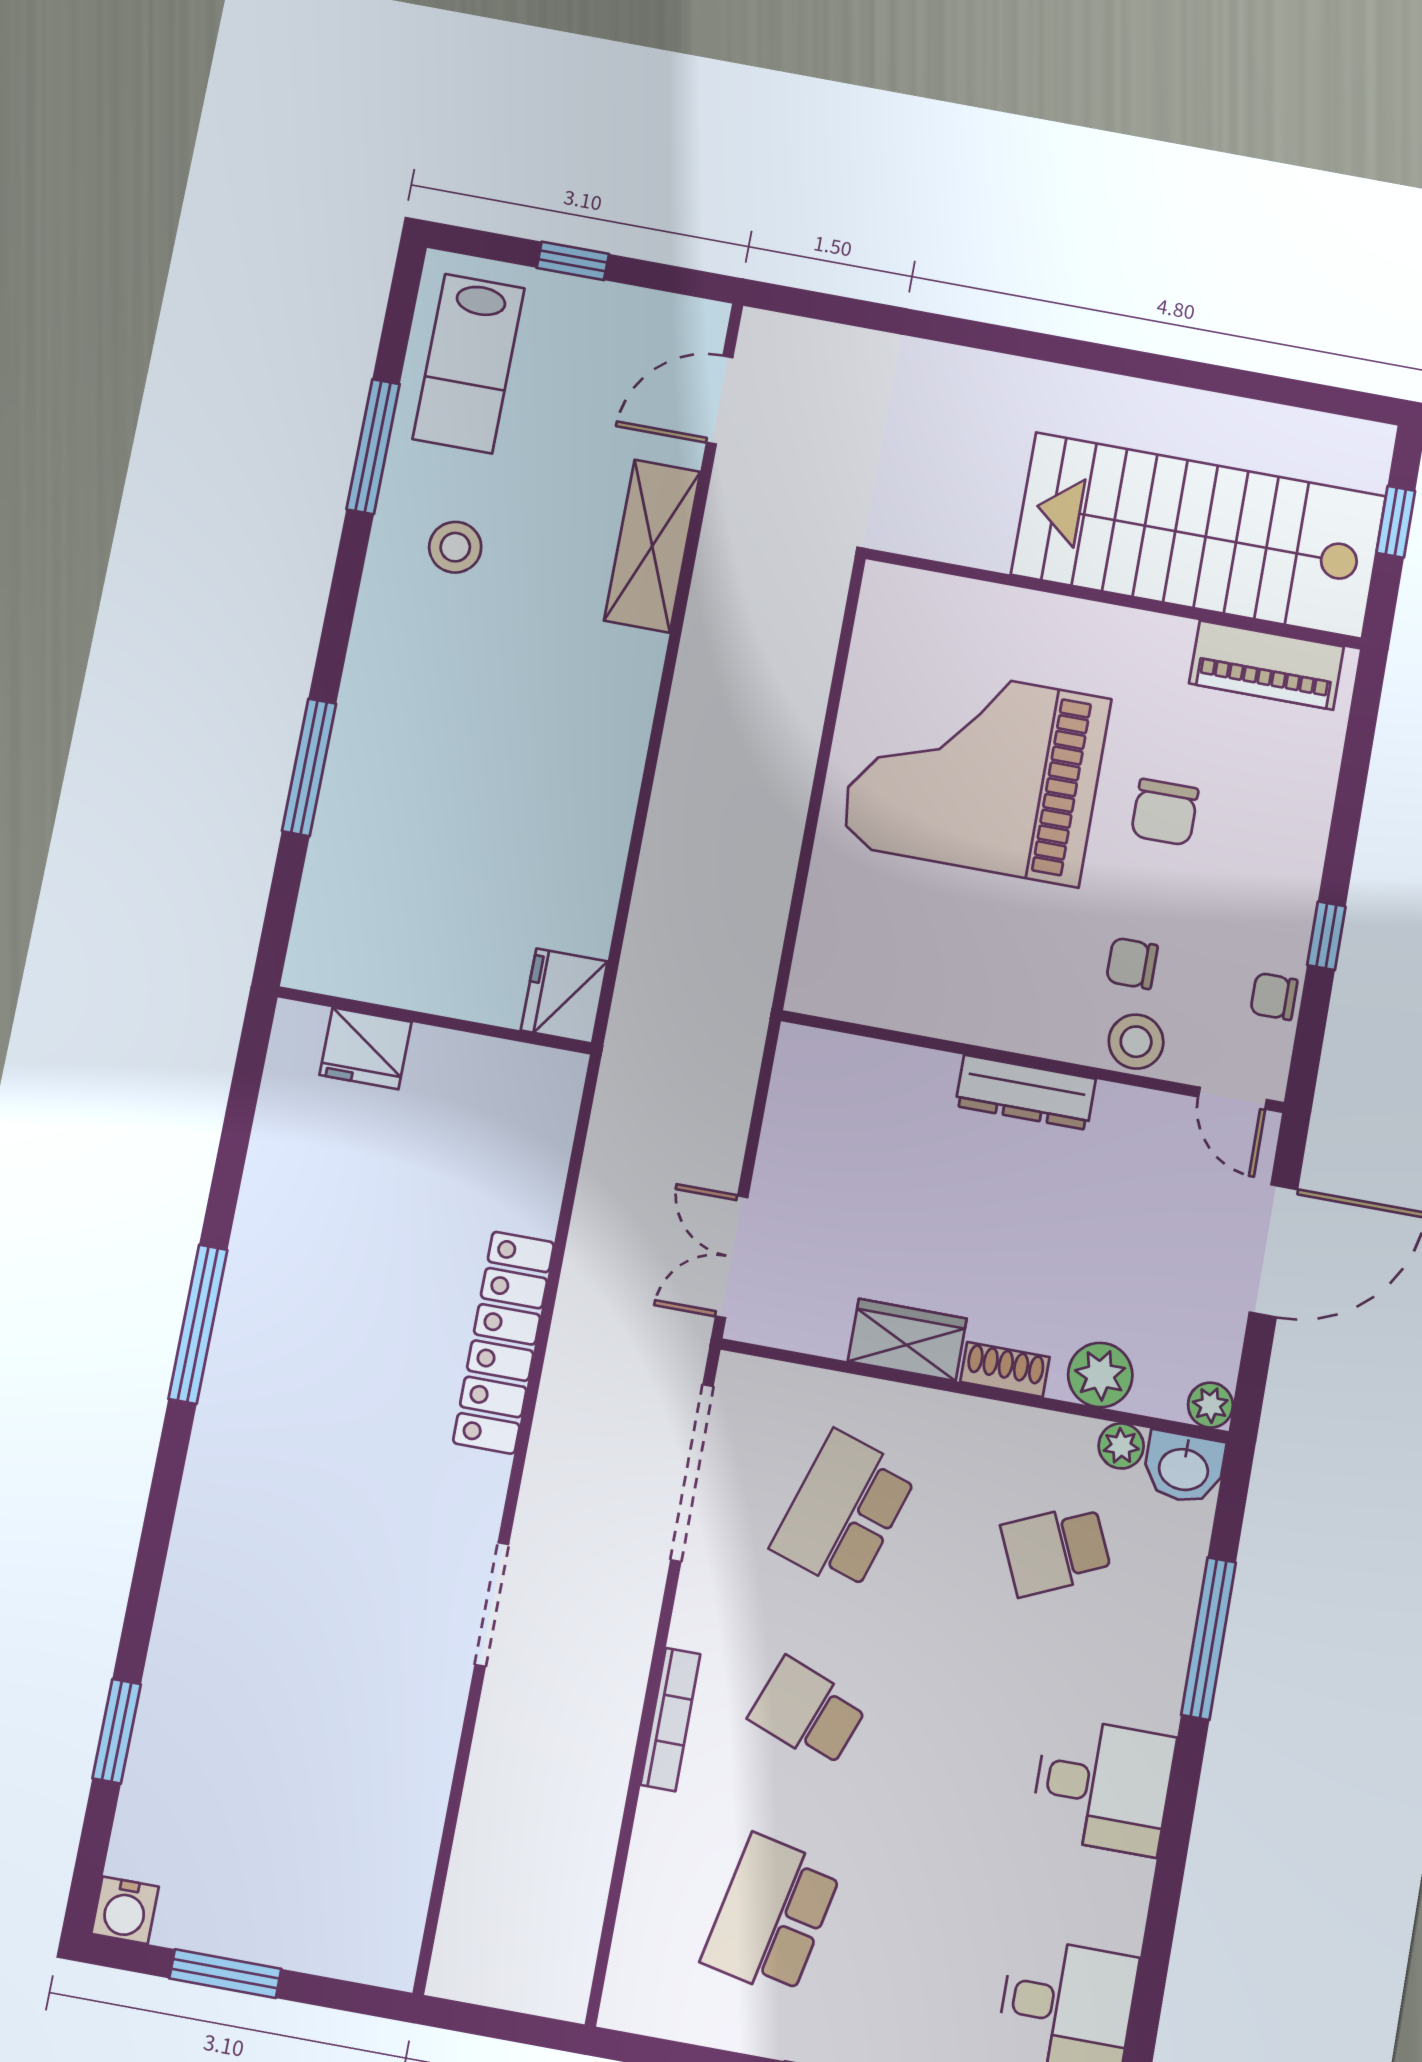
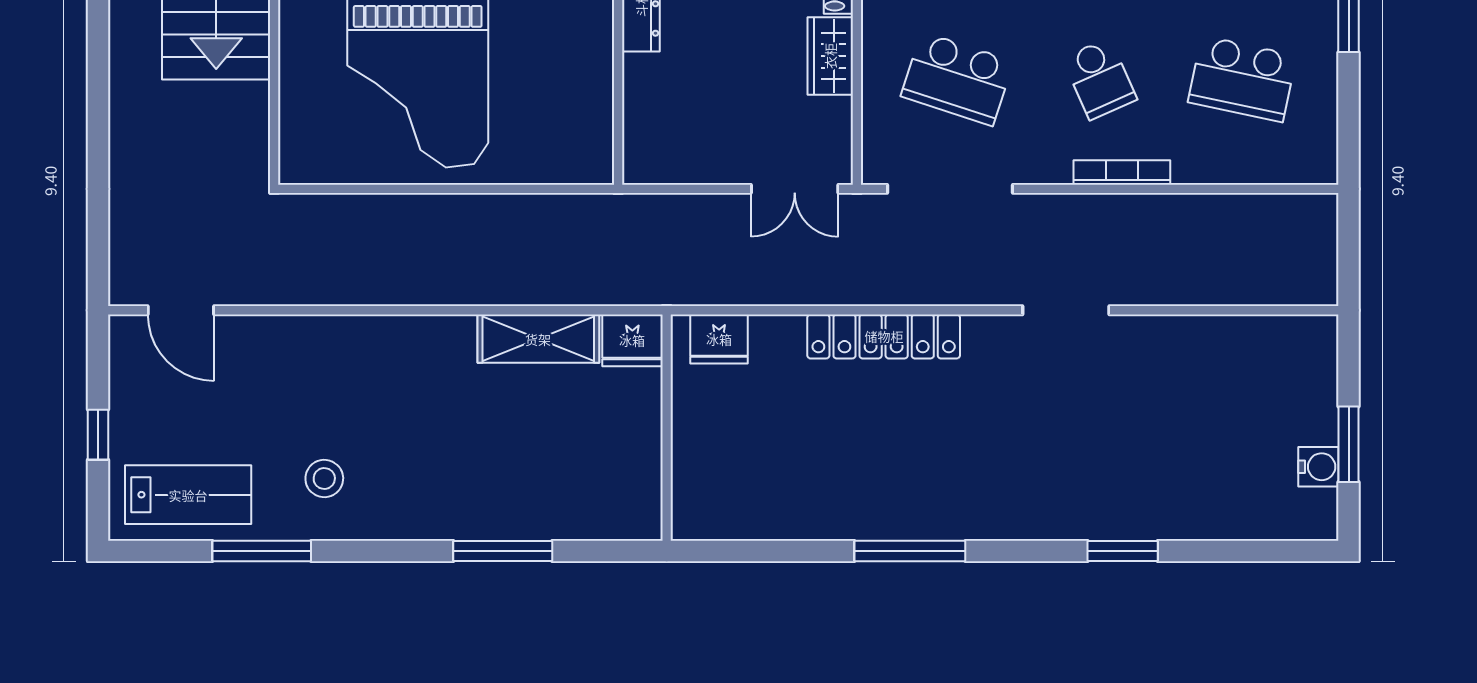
shelving: (652, 546) -> (538, 339), moved
fridge: (365, 1048) -> (719, 339), moved, turned 90
school desk: (808, 1712) -> (1100, 79), turned -45
window: (117, 1731) -> (1123, 551), moved
water cooler: (125, 1910) -> (1318, 467), moved

